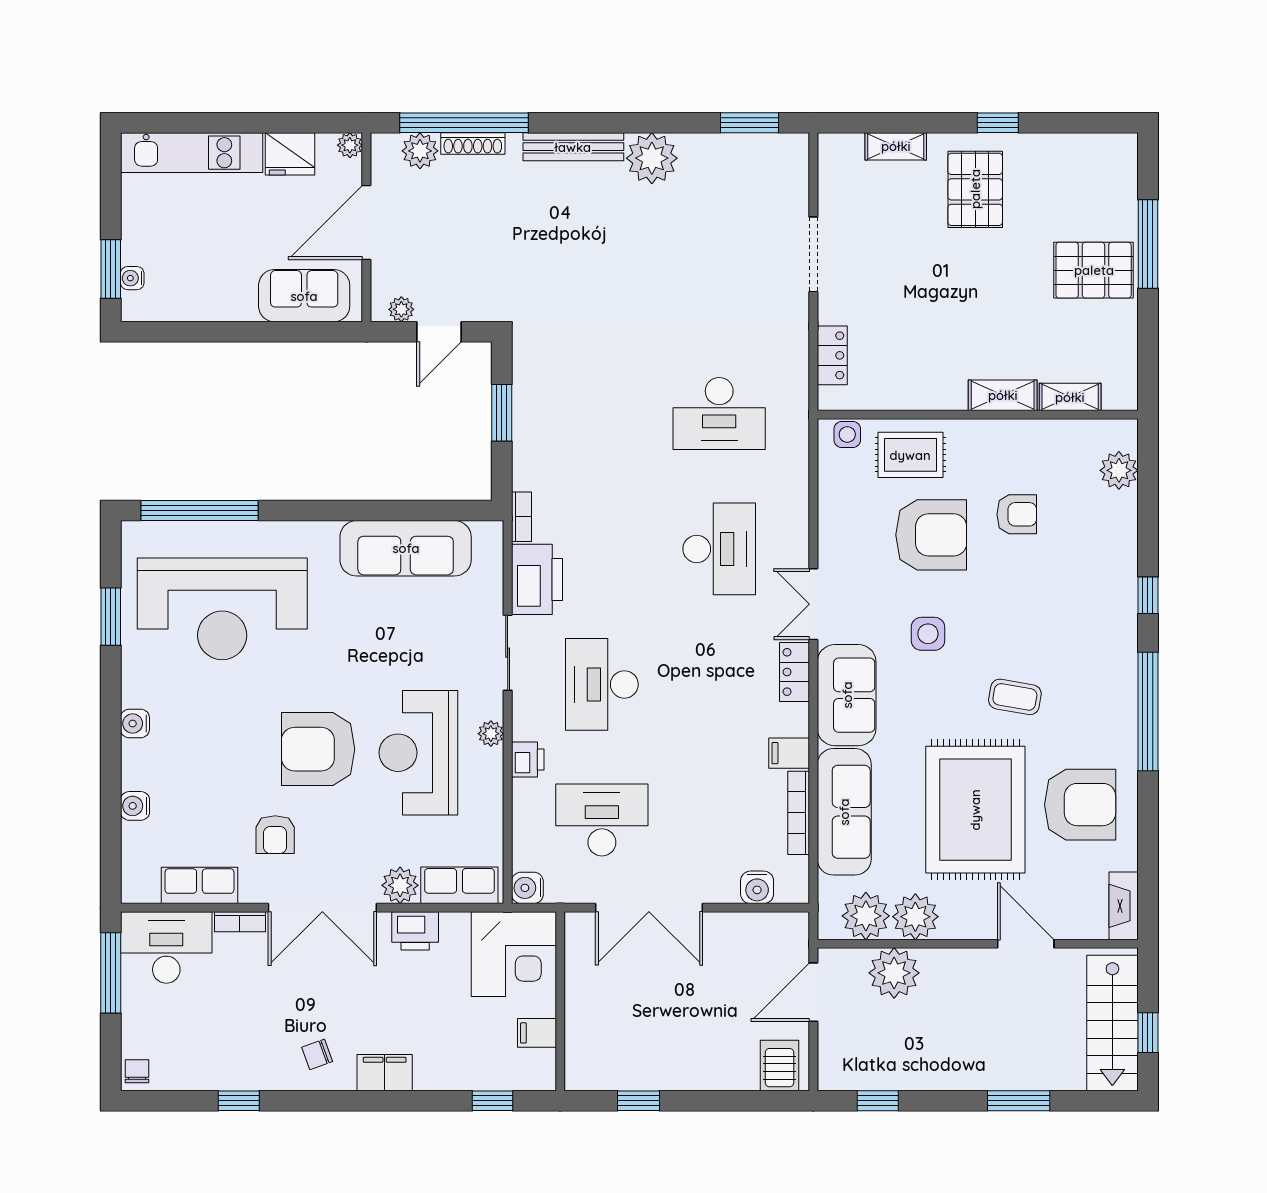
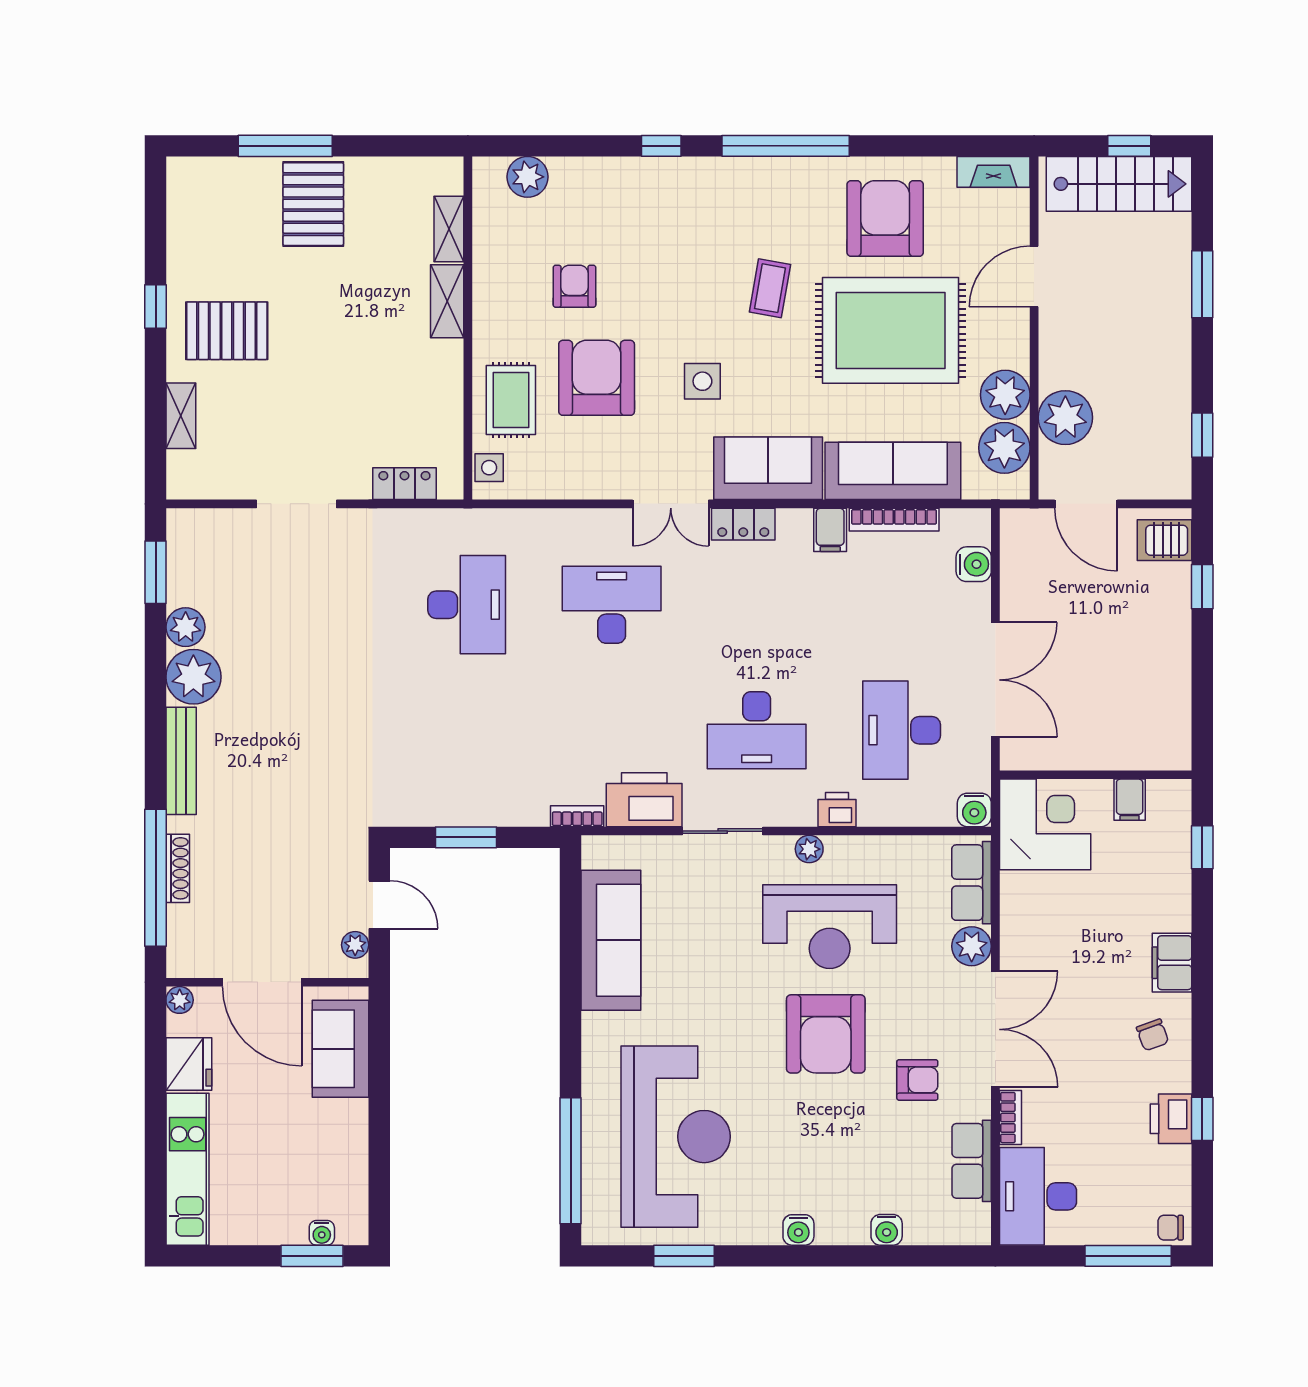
plant: (420, 151) -> (186, 627), moved
printer: (415, 931) -> (1171, 1119), moved, turned 180
window: (111, 973) -> (1128, 1256), moved
window: (639, 1101) -> (1202, 587), moved

